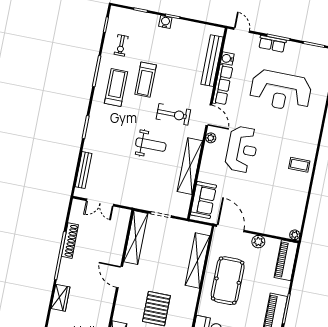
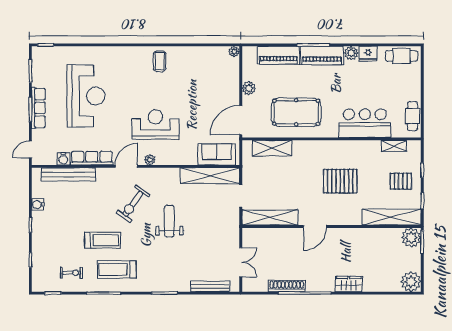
water cooler: (165, 22) -> (38, 205), moved
row of seats: (272, 44) -> (38, 108), width x1.48
exercise bike: (173, 114) -> (133, 204), turned -144
shelving: (190, 166) -> (210, 176), moved
shelving: (197, 260) -> (272, 148), width x0.68
piano: (286, 260) -> (278, 55), moved

